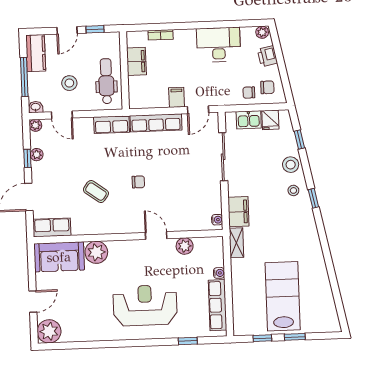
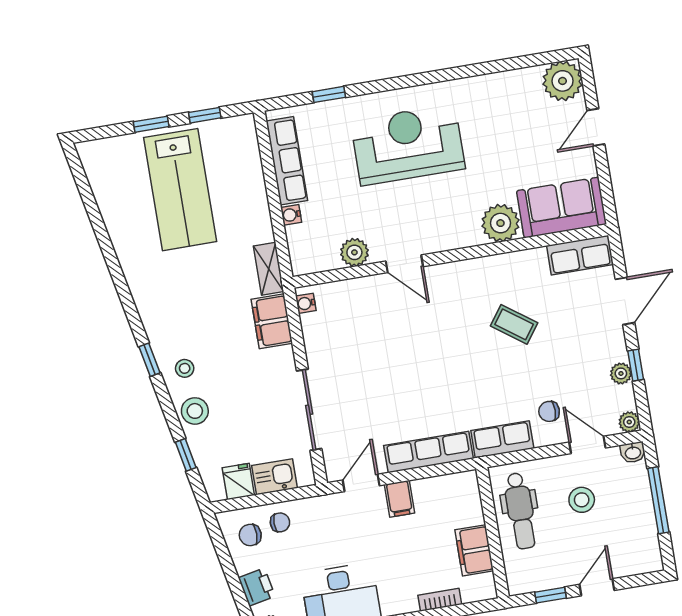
kitchen counter: (36, 53) -> (644, 543), removed
chair: (138, 182) -> (549, 411), moved
reception desk: (145, 305) -> (408, 145), turned 180

